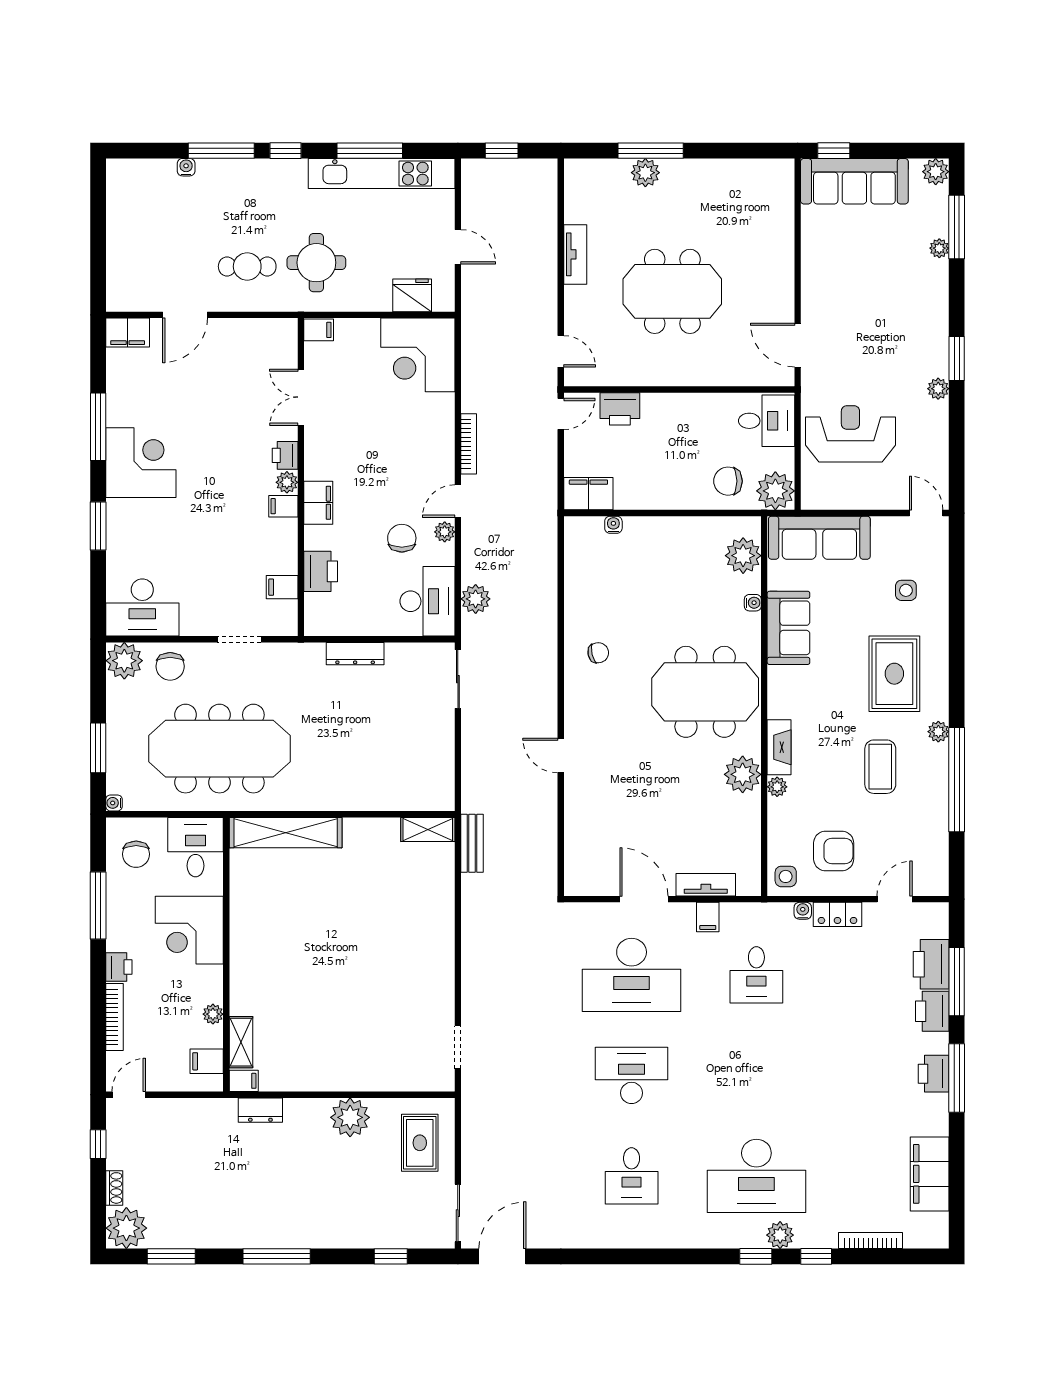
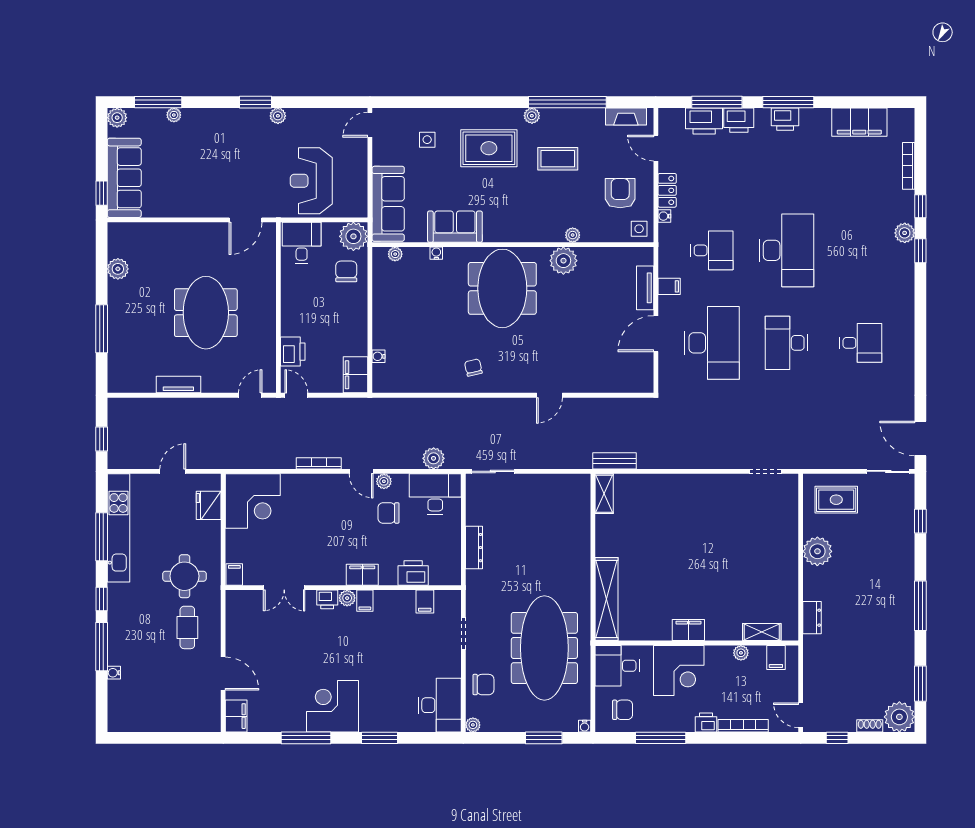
plant: (645, 173) -> (118, 269), moved
chair: (728, 481) -> (346, 271), turned 180
plant: (743, 556) -> (395, 254), width x0.53, depth x0.53
plant: (124, 661) -> (473, 725), width x0.53, depth x0.53
fireplace: (779, 747) -> (626, 117), moved, turned 180
filing cabinet: (244, 1081) -> (688, 630), moved, width x2.00
desk: (756, 1176) -> (786, 250), moved

